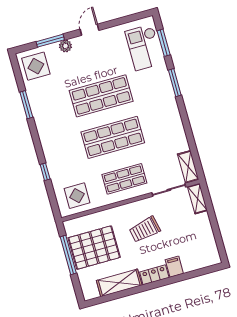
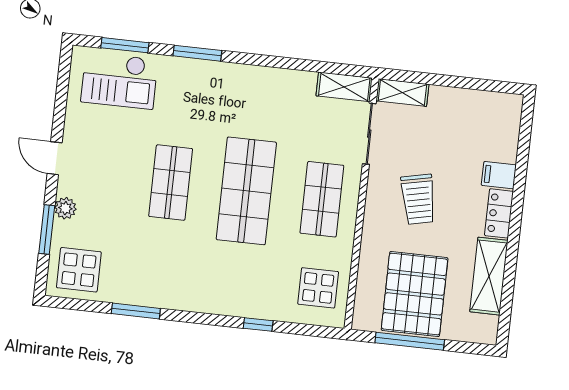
shop shelf: (101, 96) -> (171, 183), width x0.70, depth x0.74

